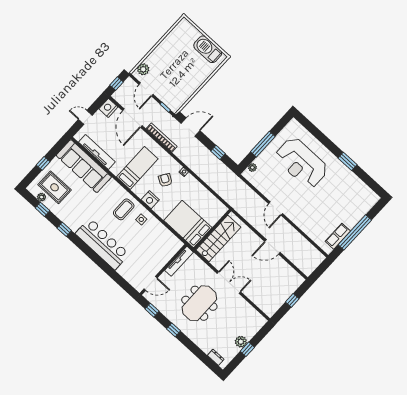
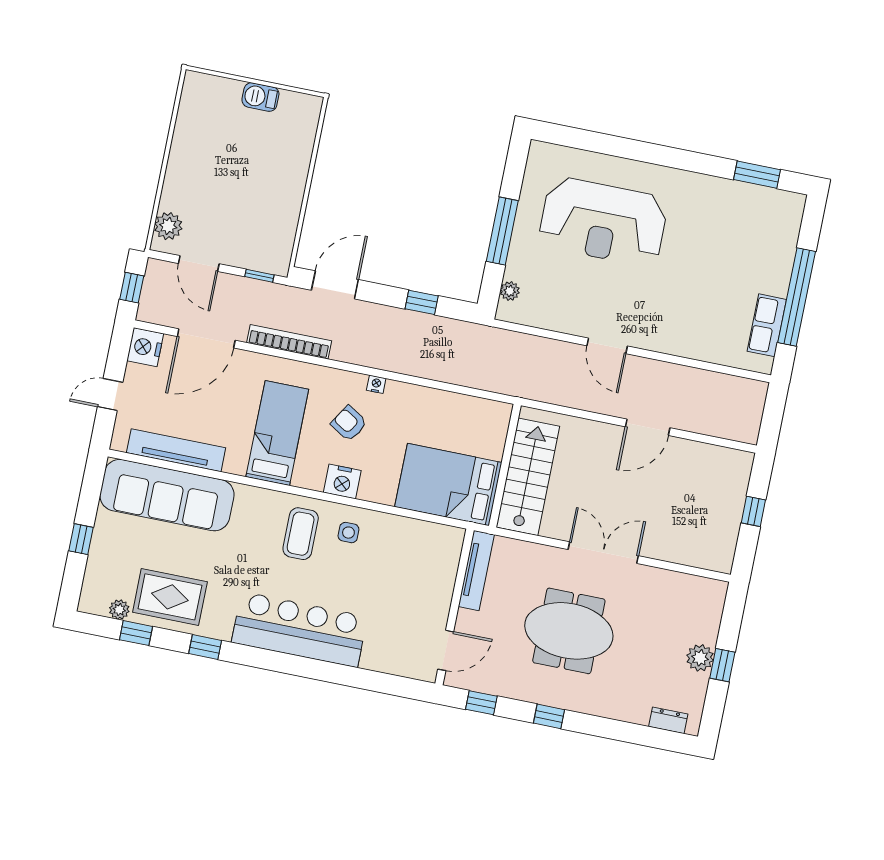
barbecue: (208, 49) -> (260, 97), width x0.53, depth x0.65
door: (132, 118) -> (206, 338), hinge flipped
window: (348, 161) -> (757, 175), moved
rug: (55, 187) -> (170, 597), moved
meeting table: (199, 303) -> (569, 631), turned 90

